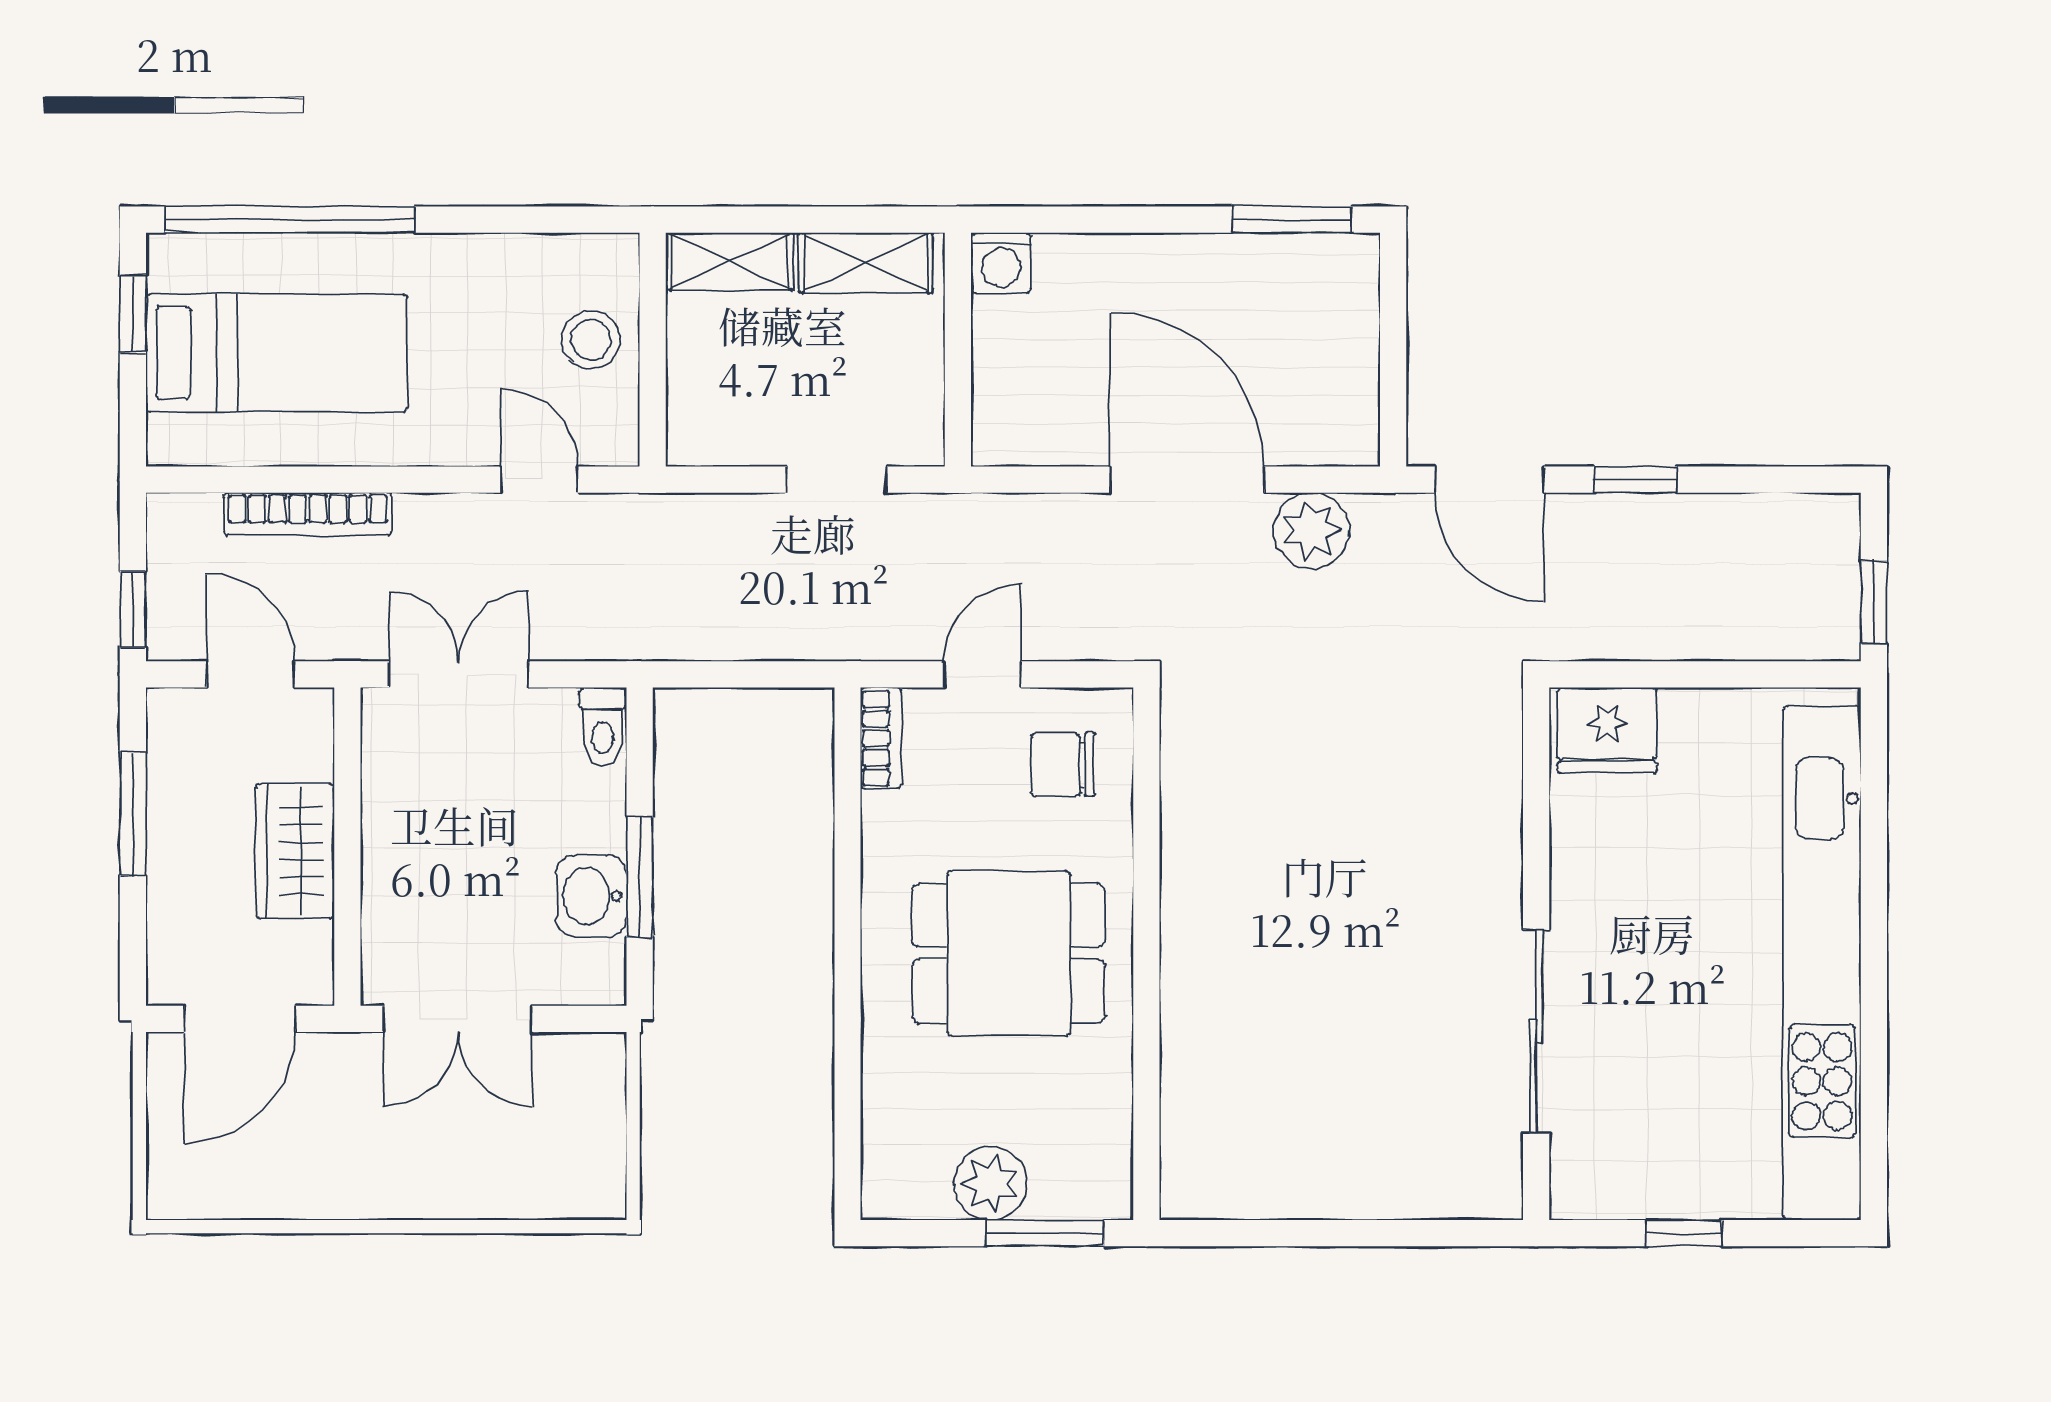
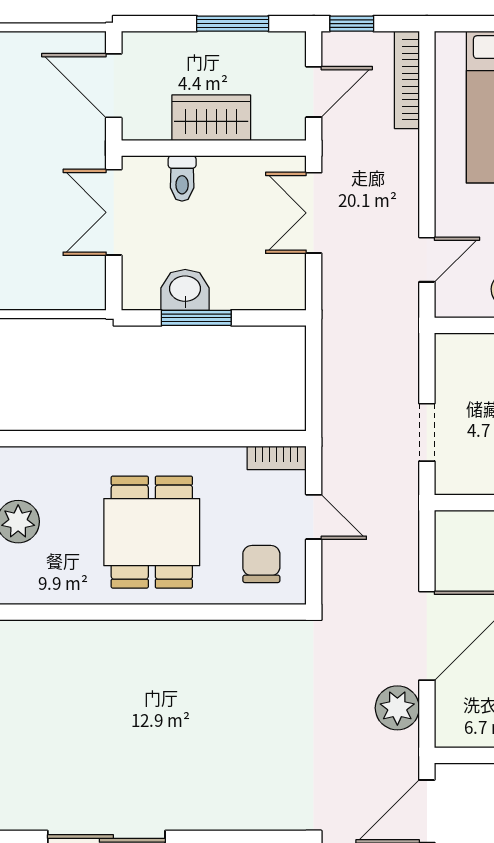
bookcase: (308, 514) -> (407, 80), moved
double door: (459, 674) -> (314, 213), swing flipped
toilet: (603, 727) -> (182, 178), moved, turned -90

